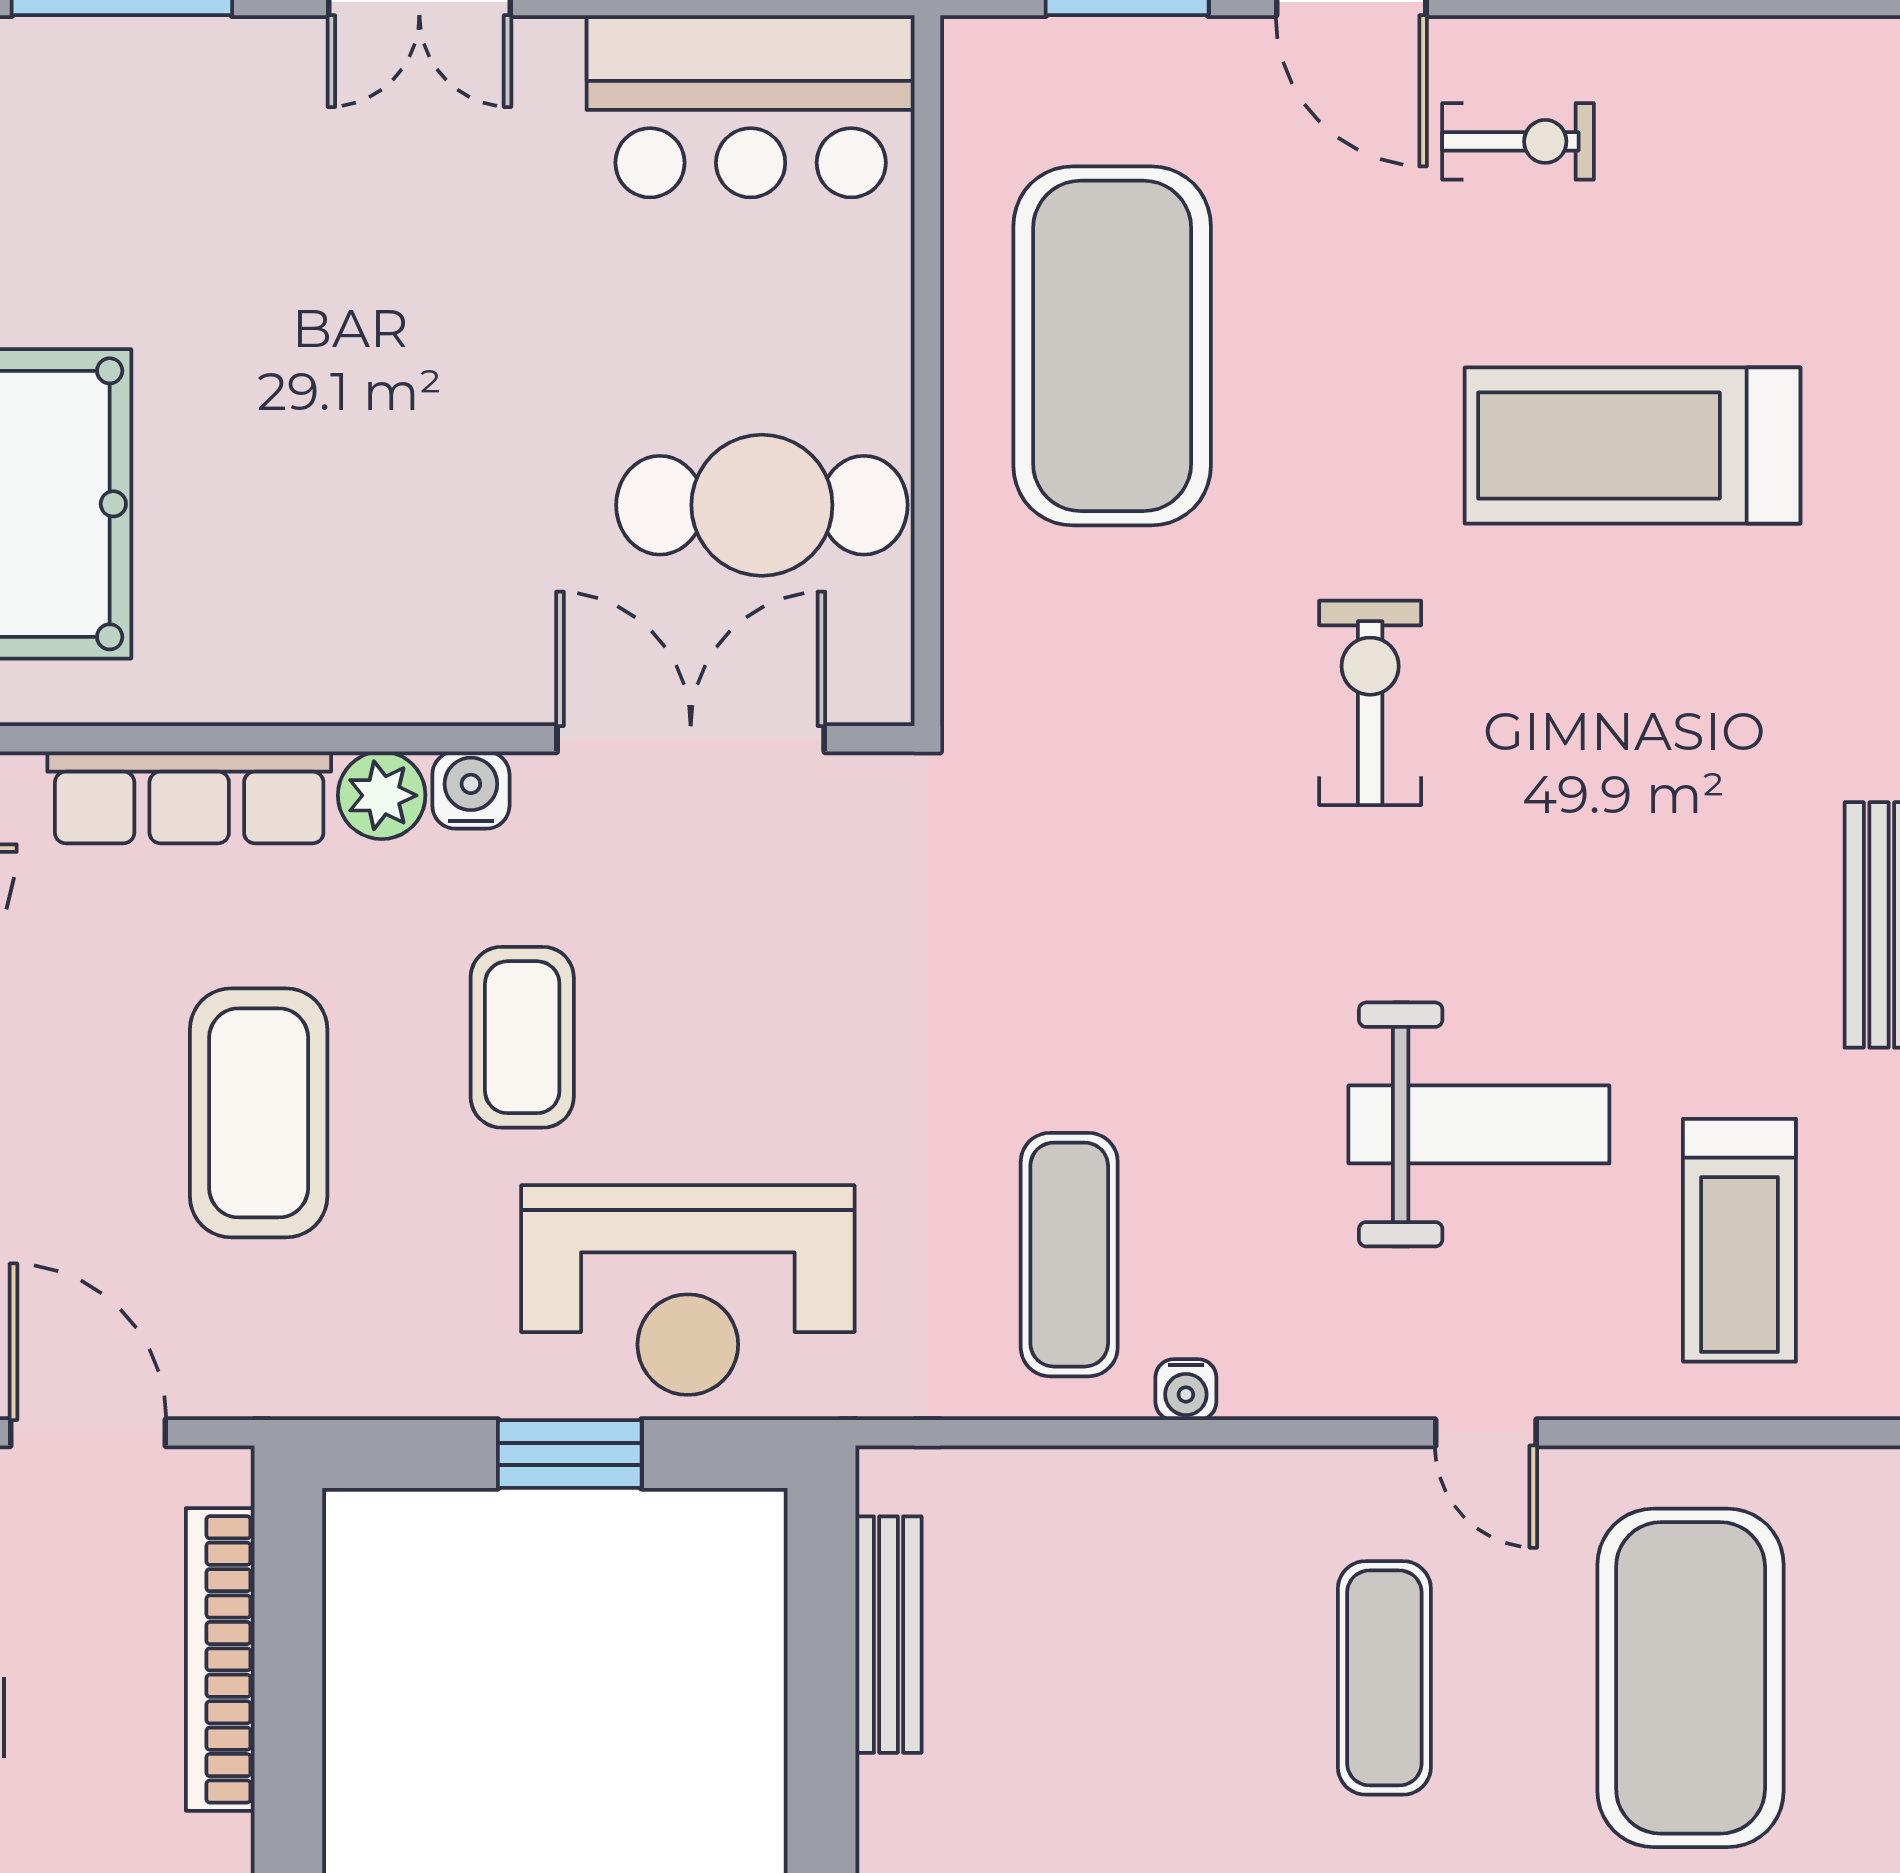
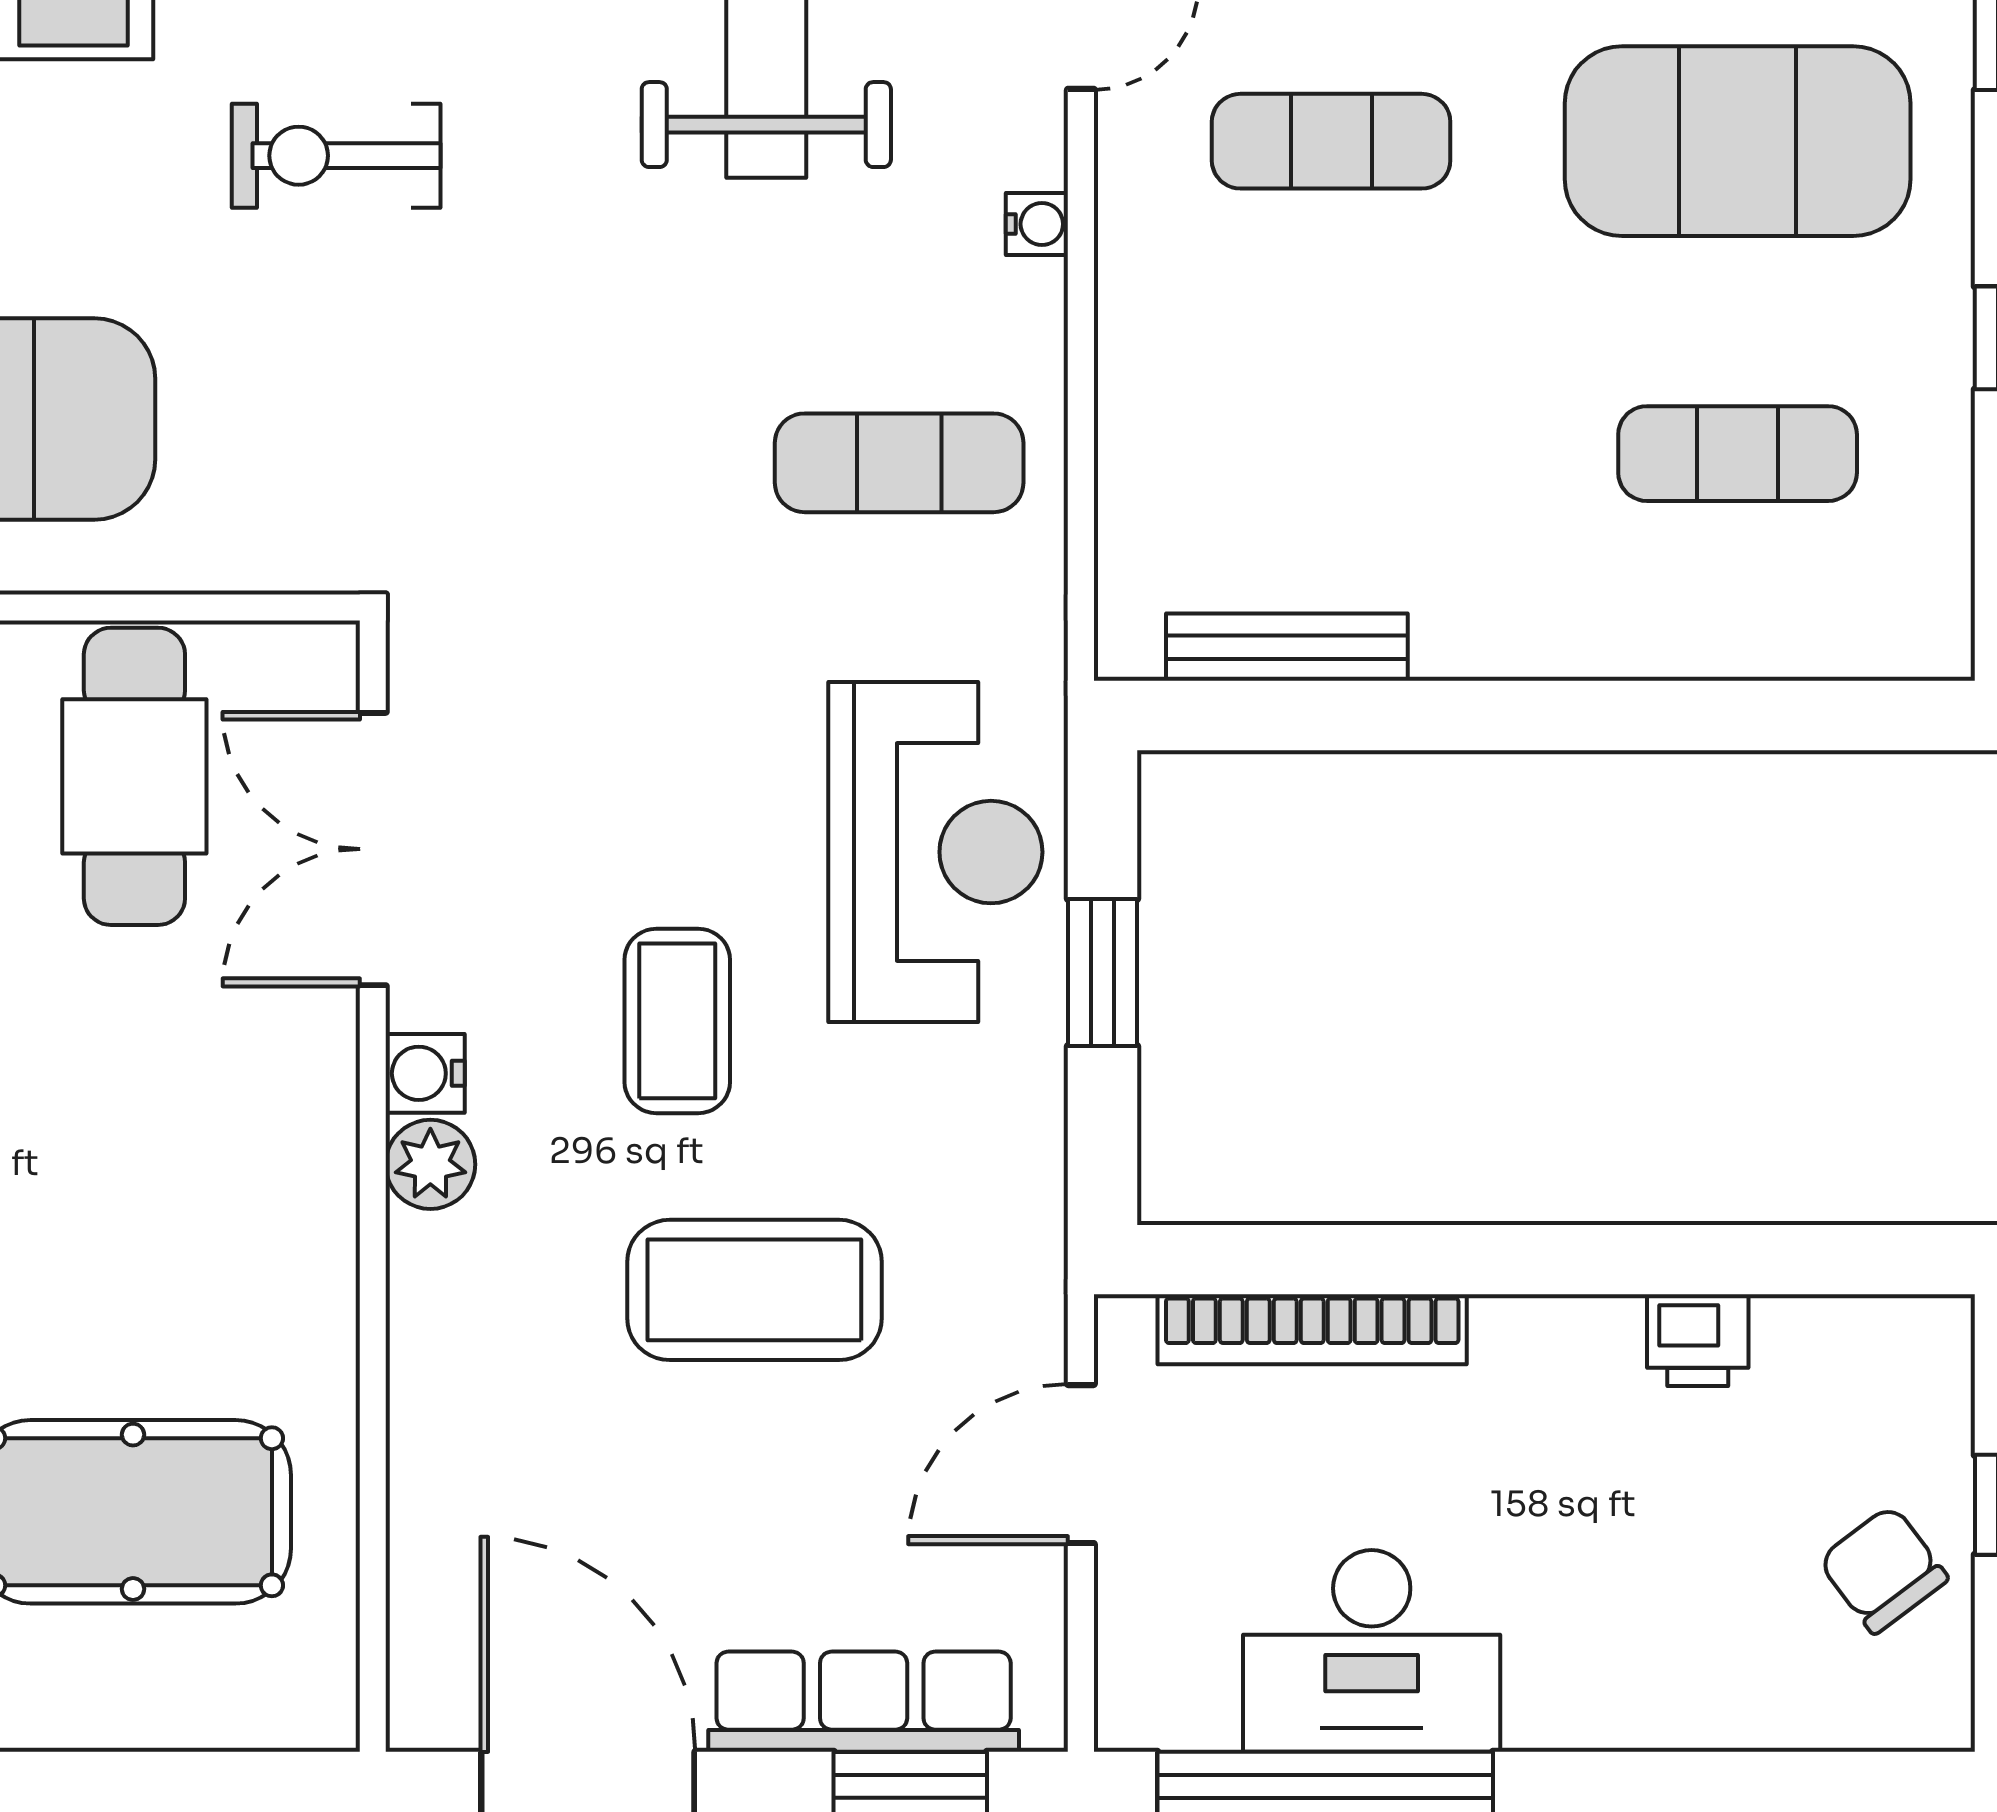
row of seats: (189, 797) -> (433, 1361), removed
coffee table: (522, 1037) -> (677, 1021), turned 90
water cooler: (1186, 1390) -> (1037, 224), moved

